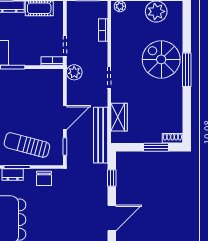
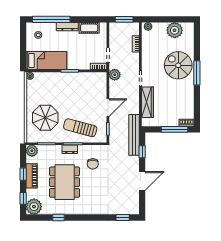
wardrobe: (119, 117) -> (147, 102), width x1.50
bench: (101, 135) -> (134, 135), moved
window: (156, 147) -> (174, 129), width x1.44
chair: (44, 178) -> (93, 164), moved

